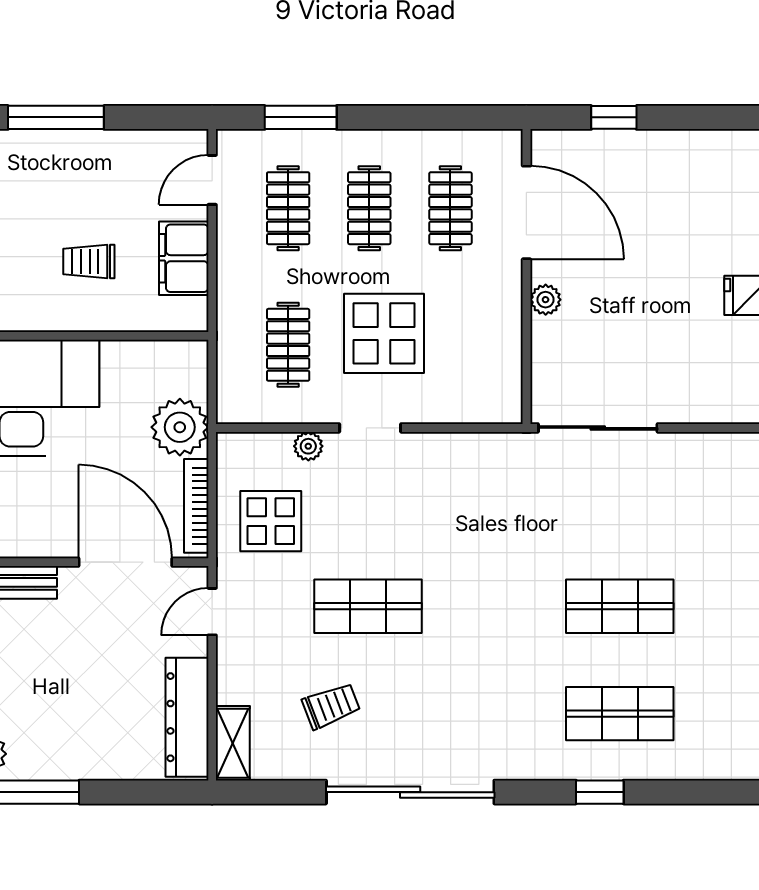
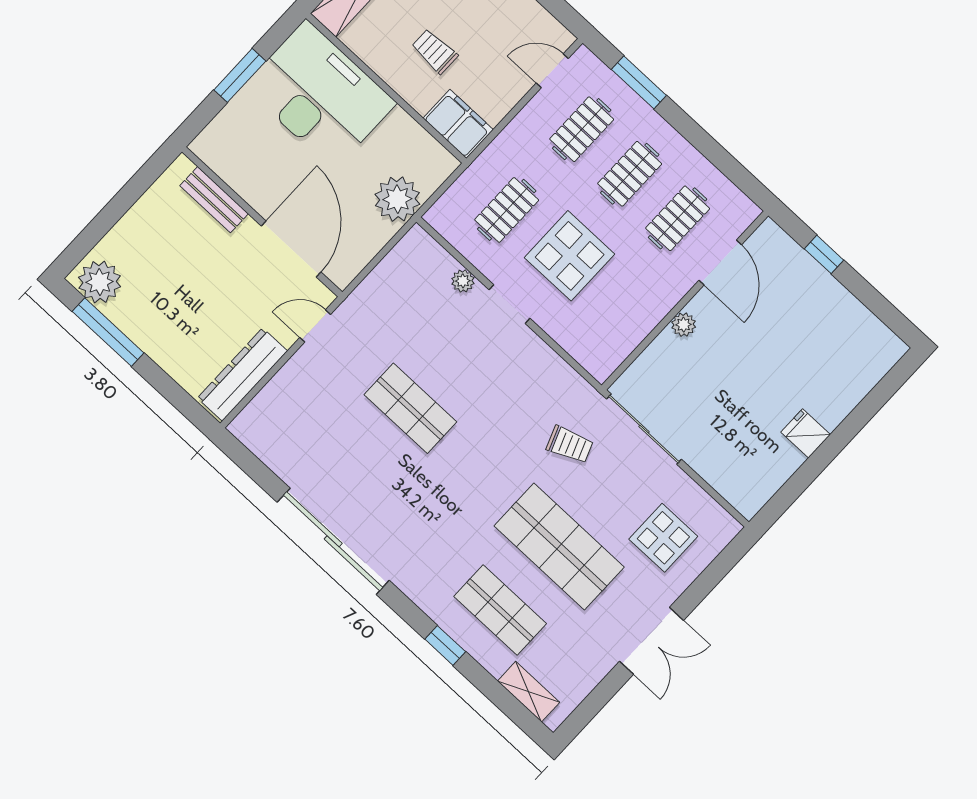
door: (526, 212) -> (720, 263), width x0.73
filing cabinet: (184, 258) -> (458, 124), moved, turned 90
bookcase: (196, 506) -> (364, 255), removed
display table: (271, 521) -> (663, 538), moved
shop shelf: (620, 606) -> (559, 547), width x1.43, depth x1.36
trolley: (331, 706) -> (570, 445), moved
shelving: (233, 743) -> (529, 692), moved, turned 90

